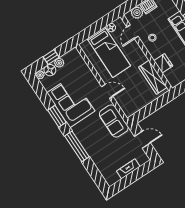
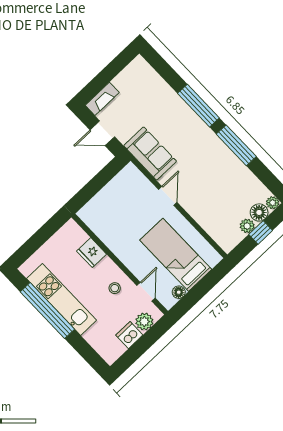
wardrobe: (153, 77) -> (103, 229), removed
door: (107, 91) -> (168, 196), swing flipped
corner sofa: (71, 102) -> (219, 171), removed
window: (57, 116) -> (236, 145), width x1.44
fireplace: (128, 169) -> (102, 99), moved

